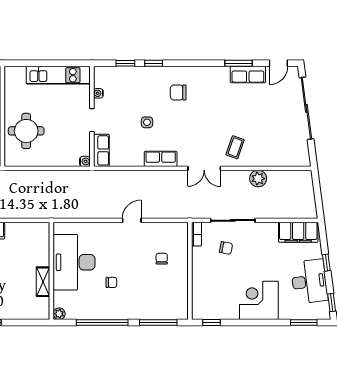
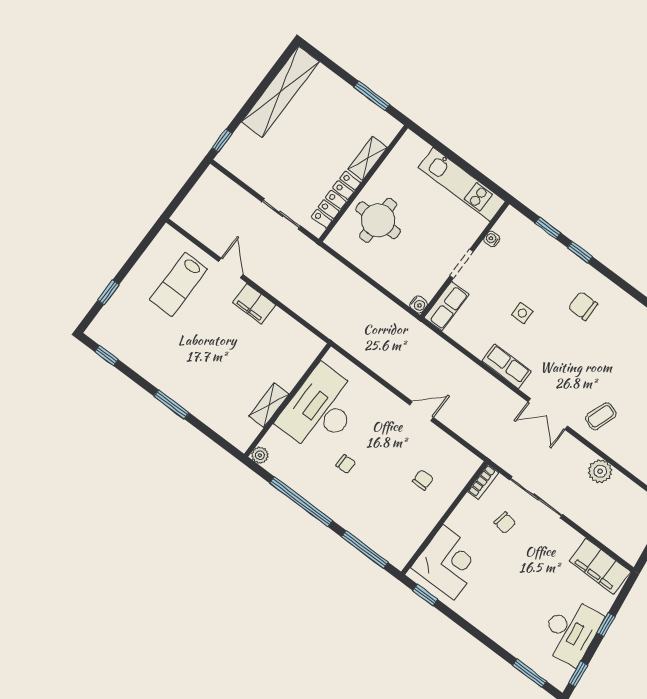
corner desk: (259, 300) -> (448, 562), moved, turned 90

